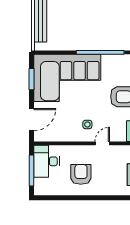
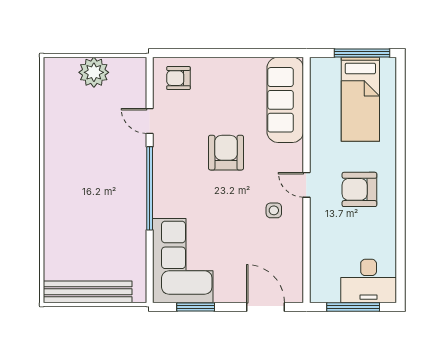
corner sofa: (67, 78) -> (183, 261), width x0.73, depth x0.74
desk: (46, 161) -> (369, 281), moved
armchair: (81, 174) -> (359, 189), moved

